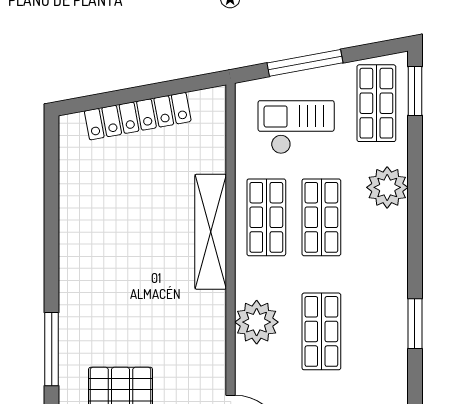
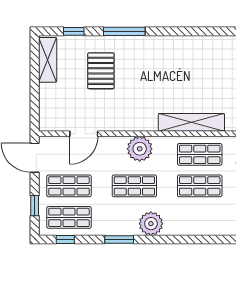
plant: (387, 187) -> (151, 224), moved
window: (415, 324) -> (119, 239), moved

